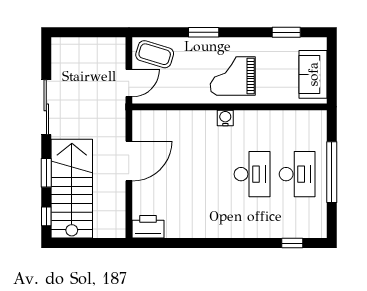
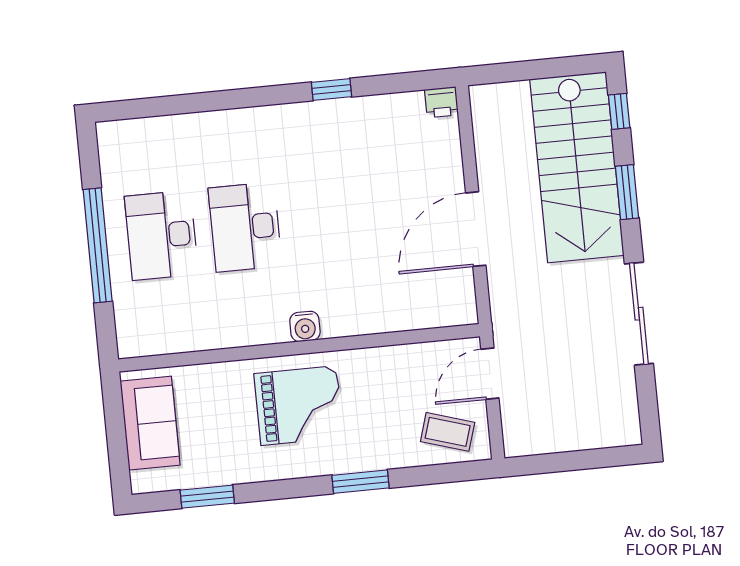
coffee table: (155, 54) -> (448, 432), width x0.73, depth x0.77
printer: (148, 227) -> (441, 102), width x0.53, depth x0.68
window: (292, 243) -> (331, 90), moved

